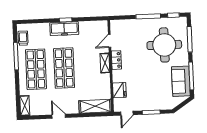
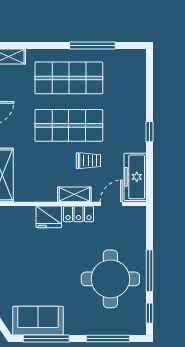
freezer: (64, 29) -> (135, 177), moved
trolley: (23, 38) -> (88, 161), moved
door: (110, 41) -> (111, 204), hinge flipped
round table: (164, 45) -> (110, 279), moved
fridge: (119, 90) -> (49, 217), moved

